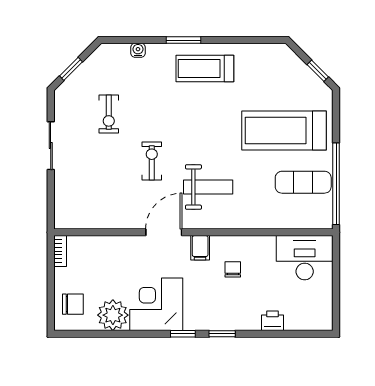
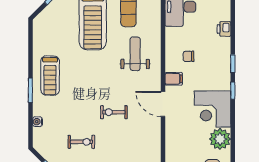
weight bench: (208, 187) -> (135, 54), moved

